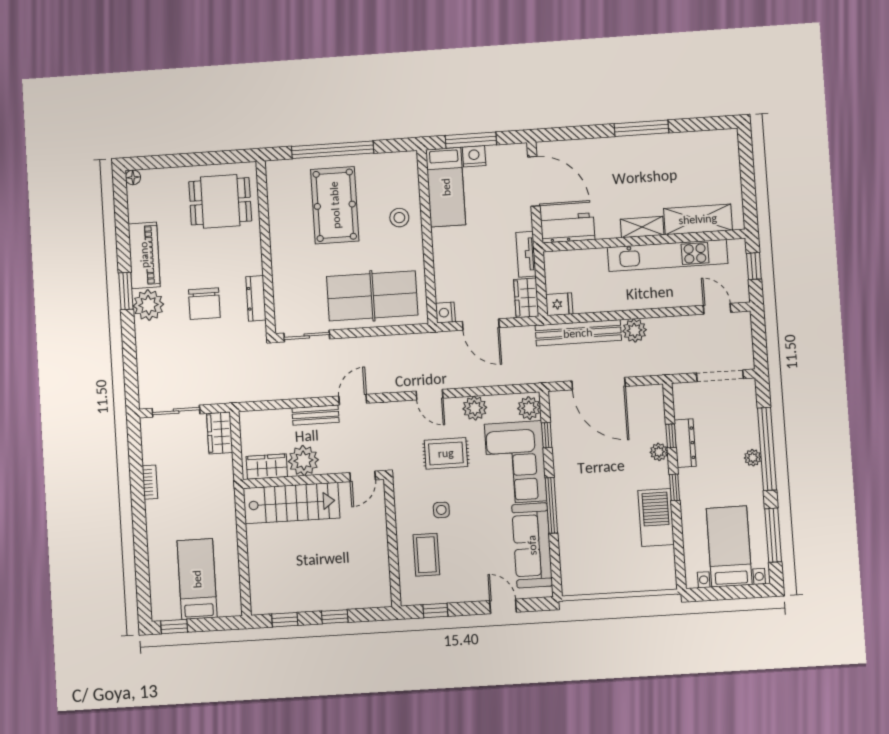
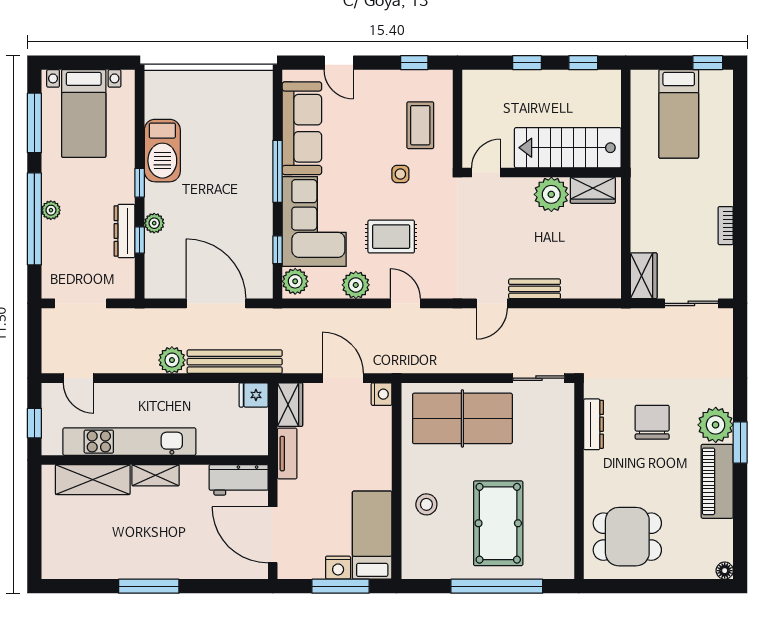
plant: (303, 461) -> (551, 194), moved
wardrobe: (267, 467) -> (593, 190), moved
door: (363, 476) -> (486, 172), moved
wall: (313, 479) -> (542, 172), moved
stairs: (291, 503) -> (568, 148), moved

